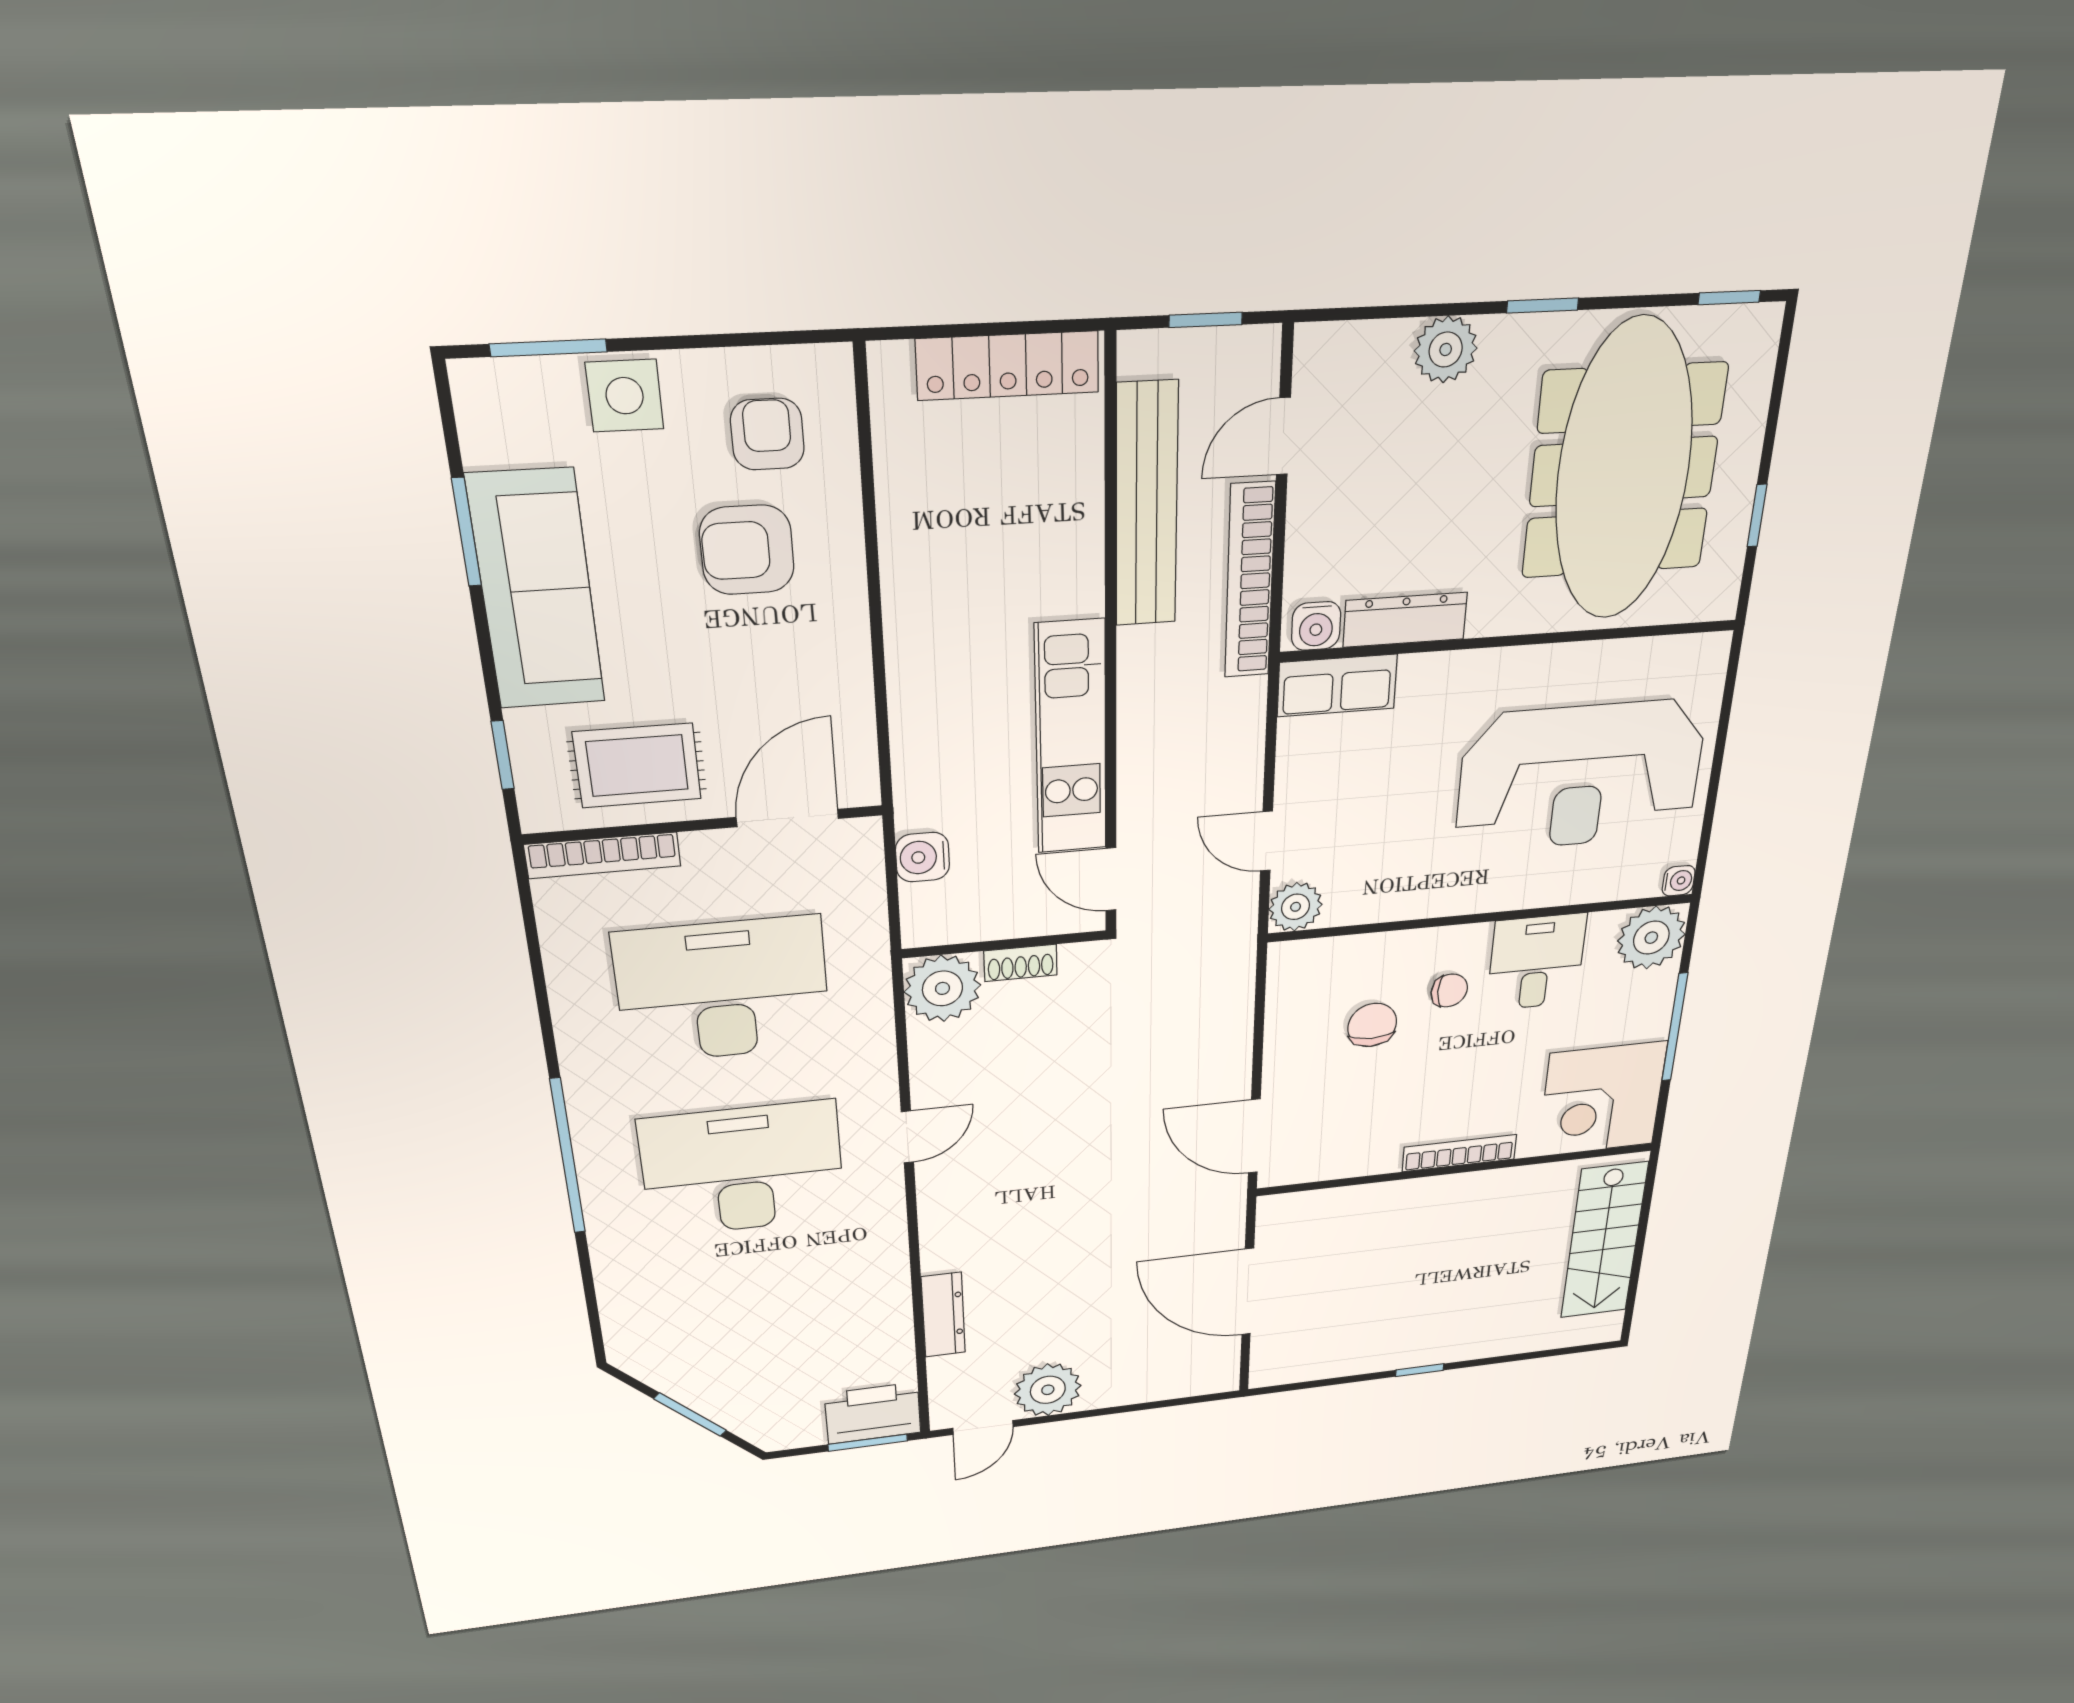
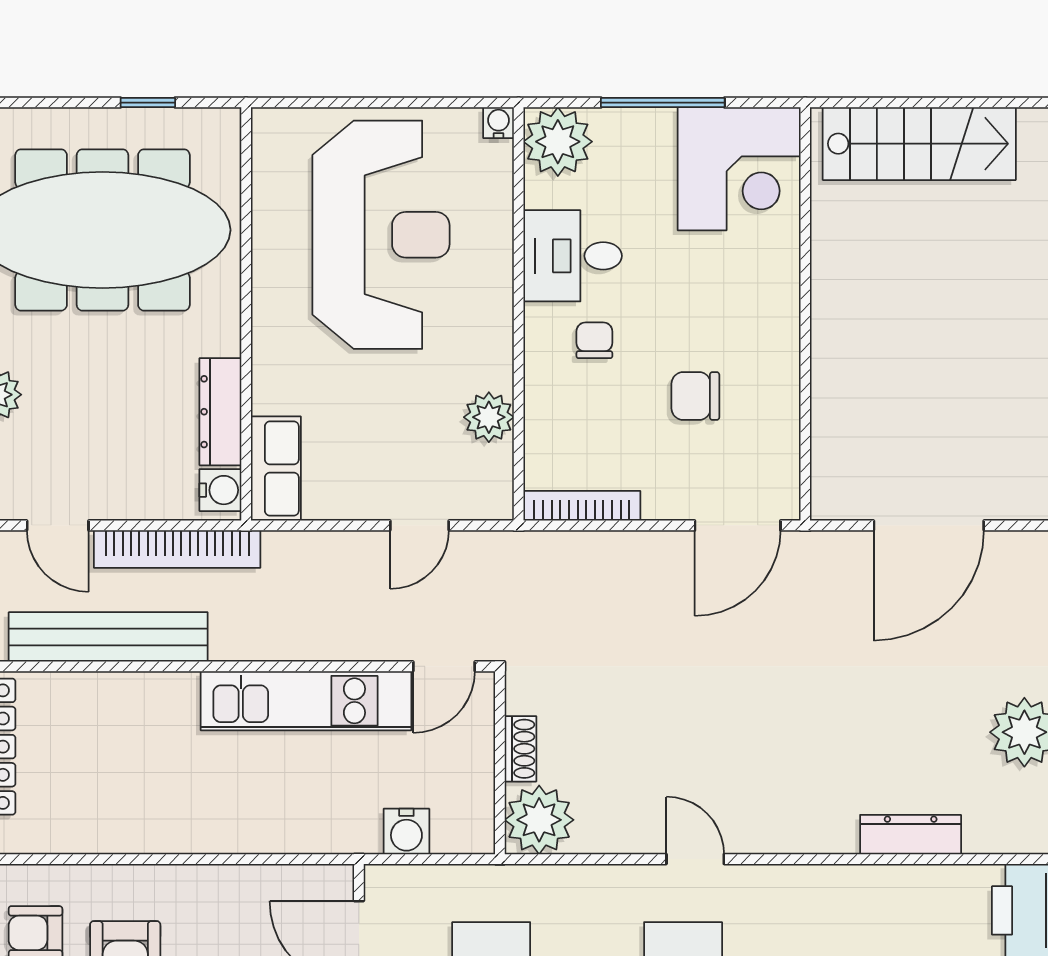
plant: (1296, 907) -> (489, 417), moved
chair: (1372, 1025) -> (695, 396), moved
bookcase: (1459, 1153) -> (582, 506), moved, turned 90

